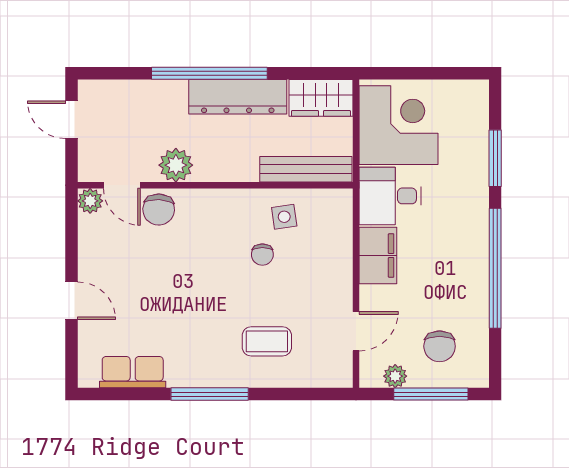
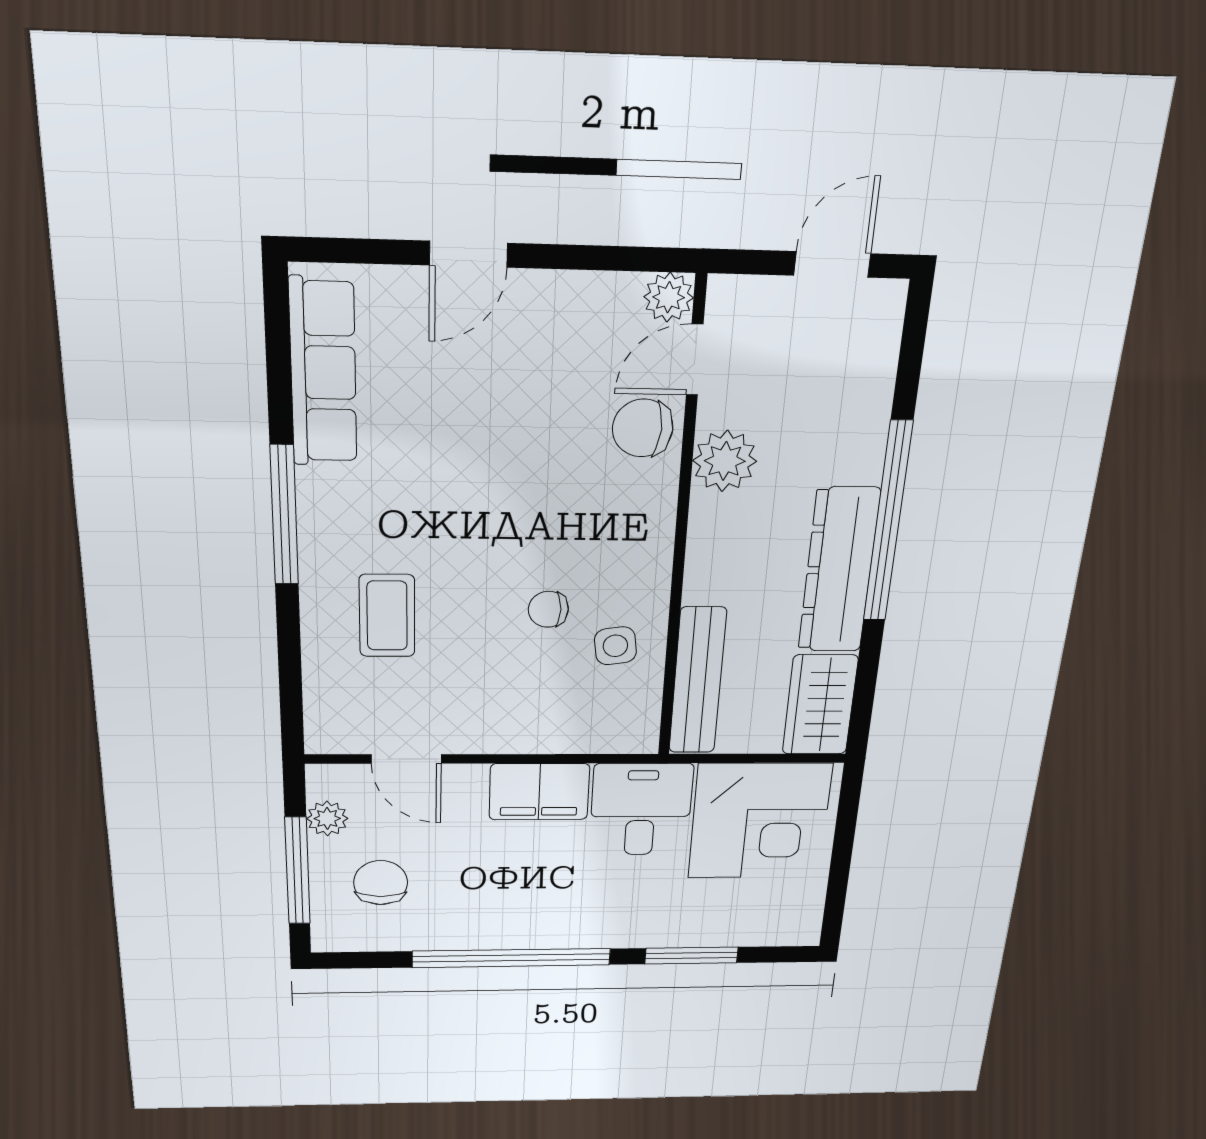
chair: (440, 346) -> (381, 883), turned 91
row of seats: (133, 372) -> (323, 373), width x1.48

